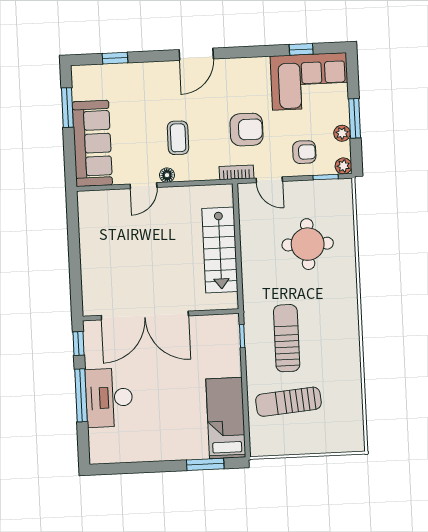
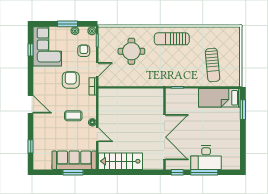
window: (67, 108) -> (73, 172), moved
stairs: (220, 250) -> (120, 161), moved, turned 180
sun lounger: (287, 338) -> (172, 39), moved

